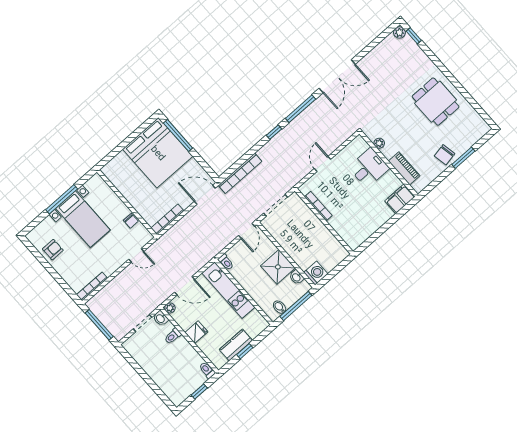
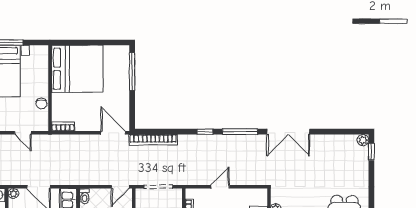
bed: (158, 153) -> (77, 69), moved, turned -90
bookcase: (168, 219) -> (63, 127), width x0.64

